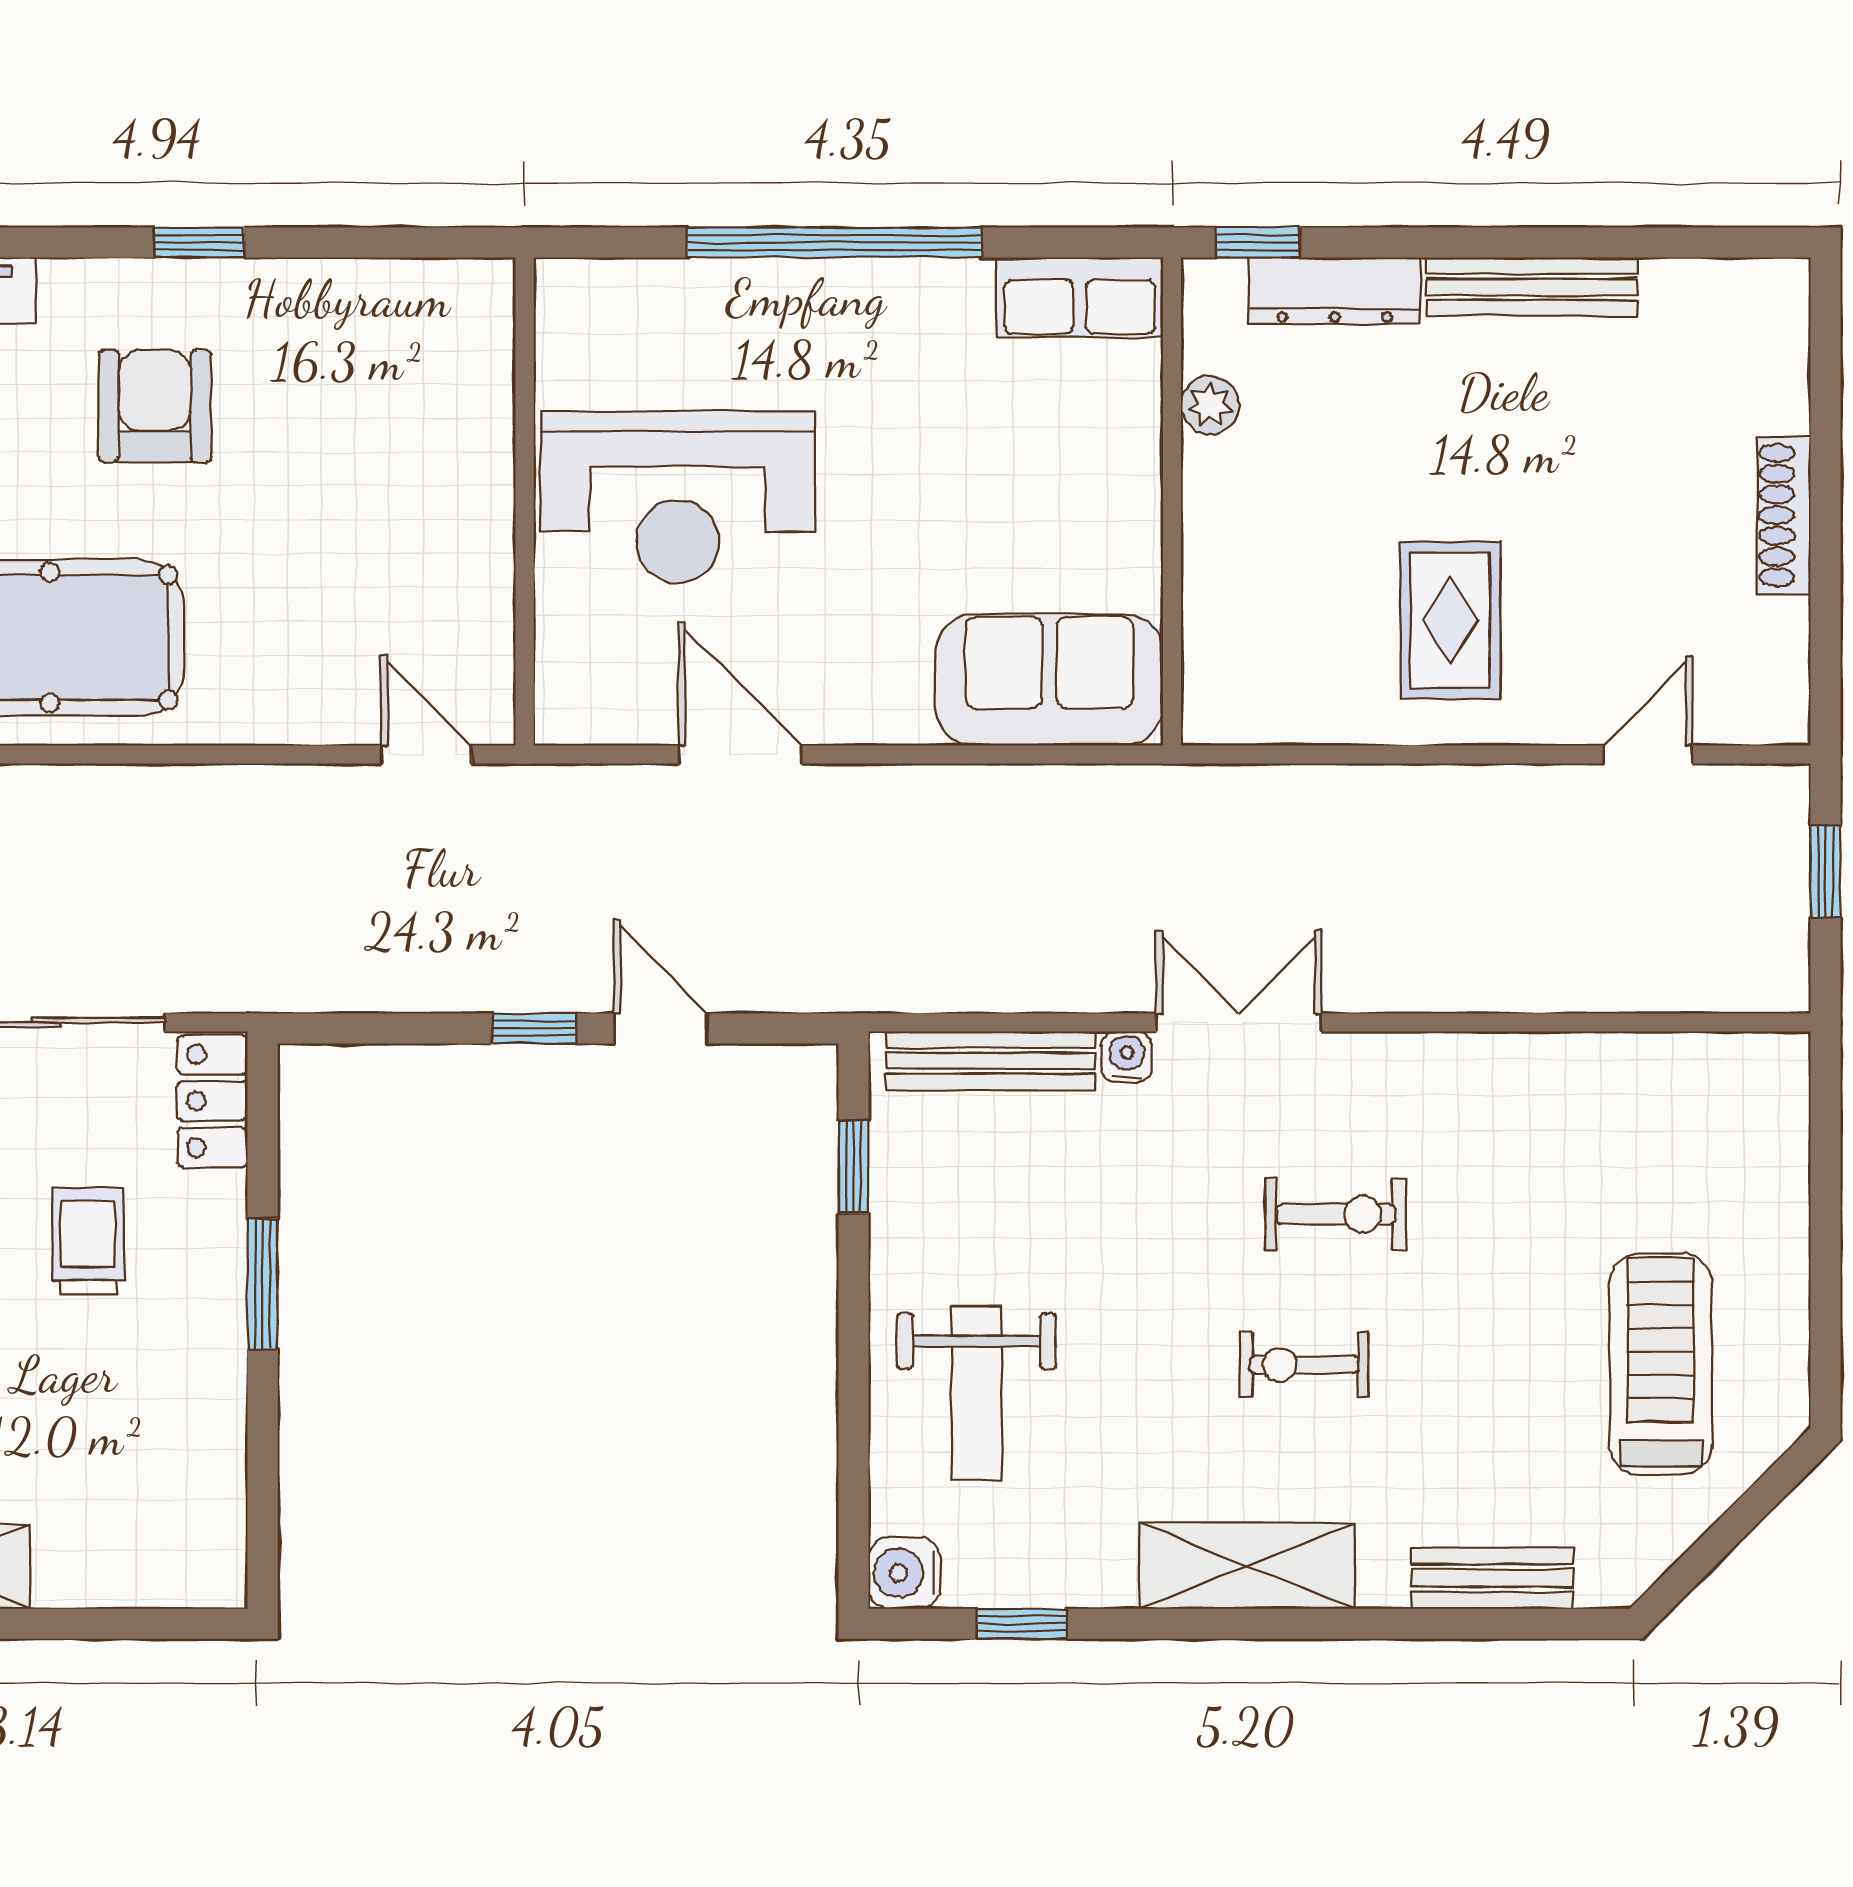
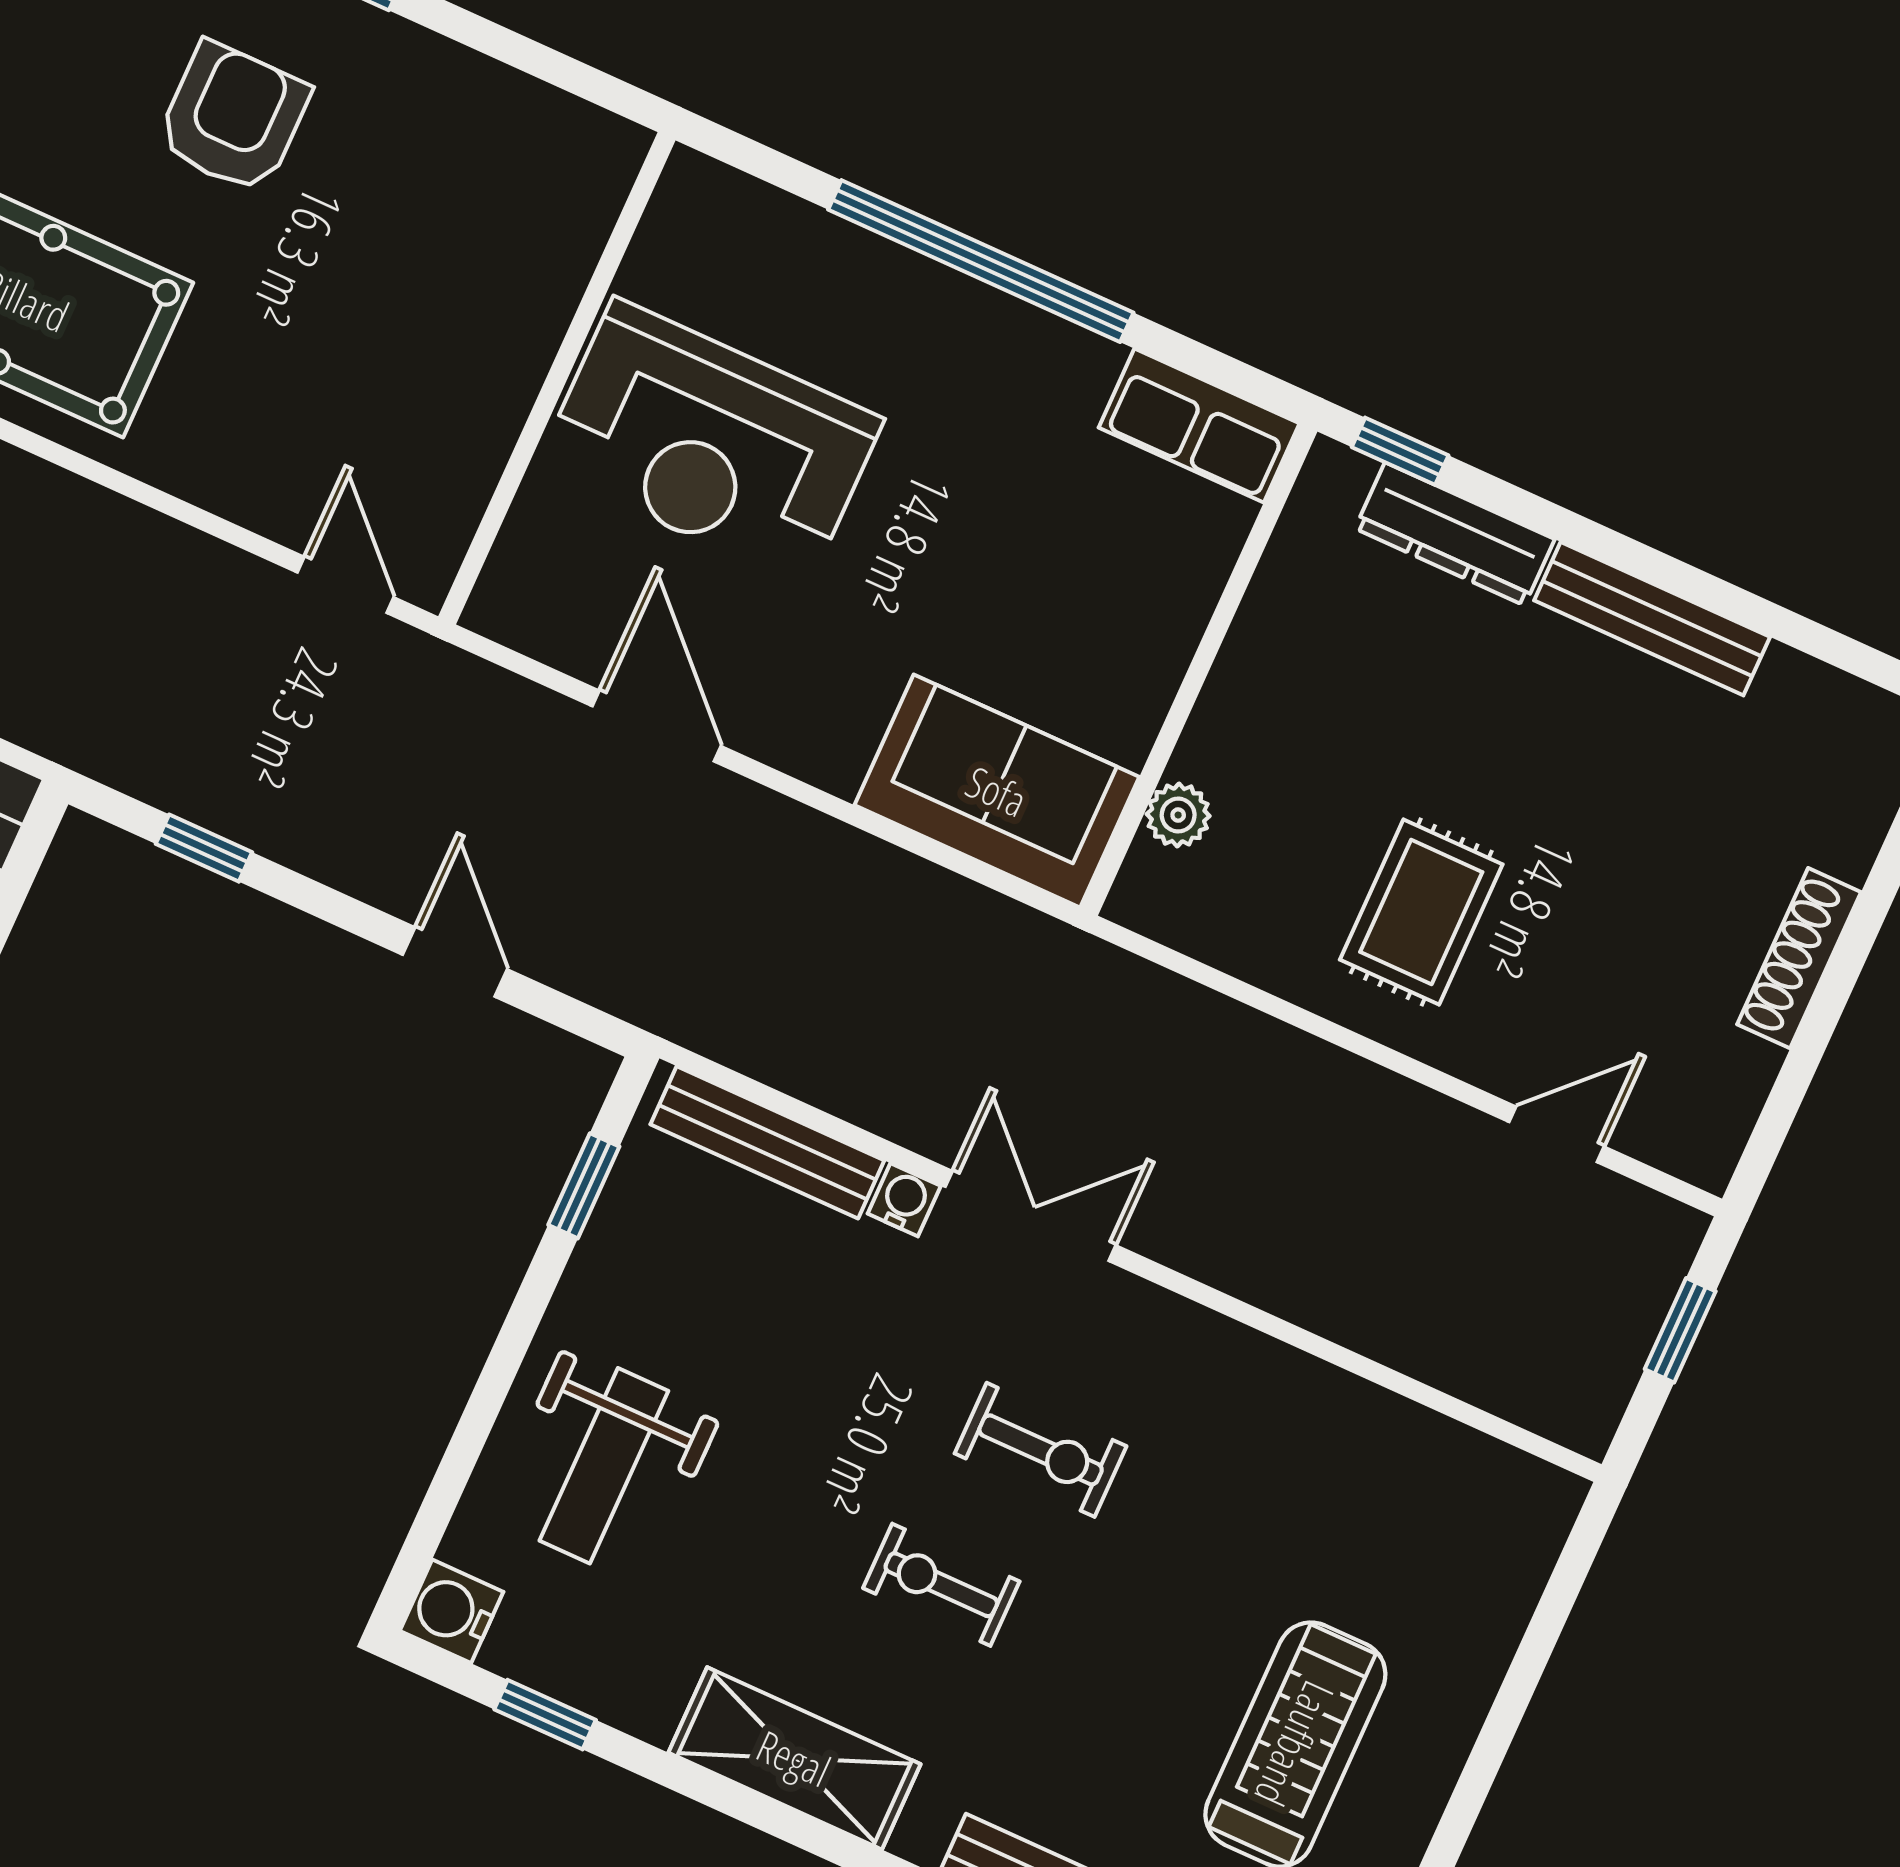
plant: (1210, 405) -> (1178, 815), moved
window: (534, 1028) -> (204, 848), moved

